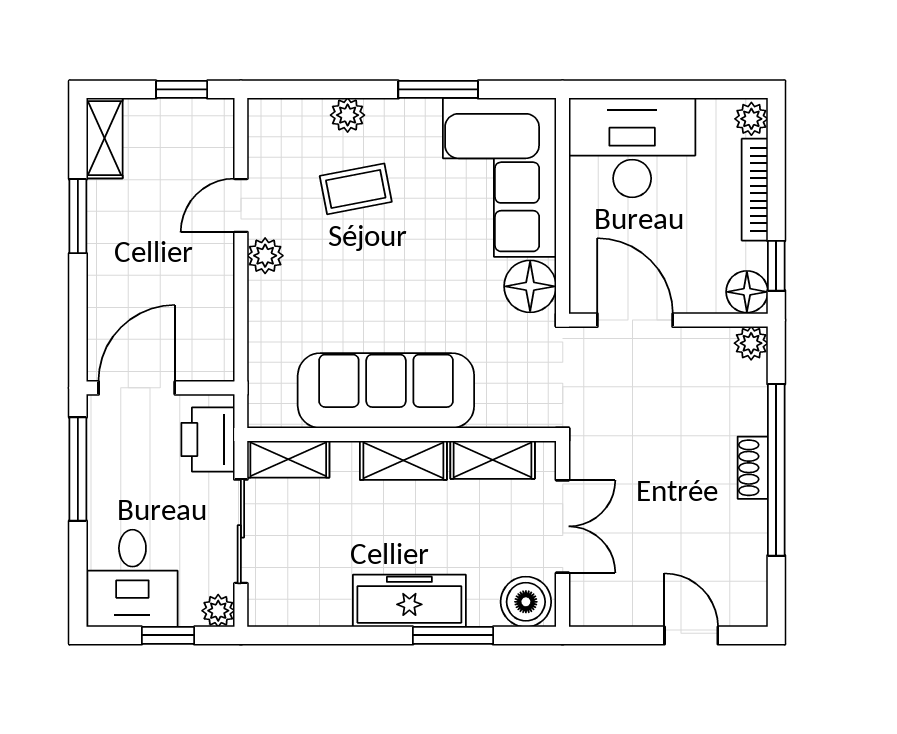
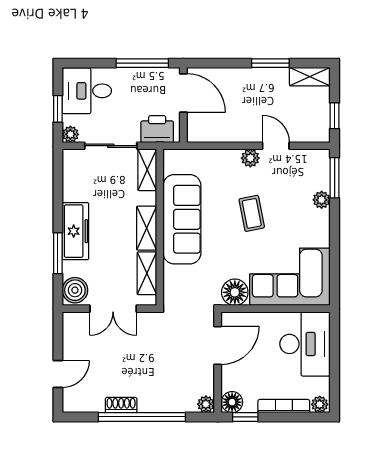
window: (438, 89) -> (335, 178), moved
coffee table: (356, 189) -> (252, 213), moved
shoe rack: (753, 468) -> (121, 405), moved

